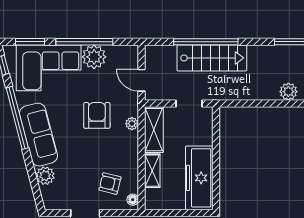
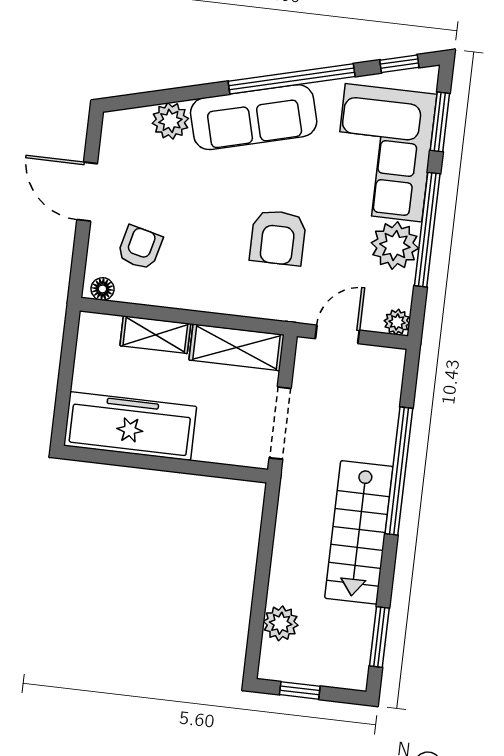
stairs: (212, 58) -> (359, 532), moved
doorway: (189, 104) -> (280, 423), width x1.38
armchair: (97, 115) -> (278, 238), turned 90
plant: (132, 124) -> (397, 322), moved

